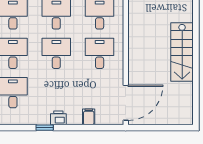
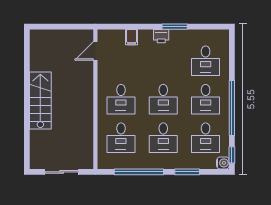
door: (126, 103) -> (95, 51), width x0.53
window: (45, 128) -> (175, 27), width x1.50

